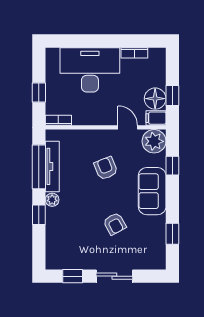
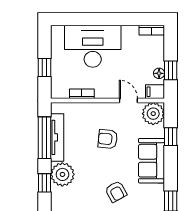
bookcase: (134, 53) -> (152, 30), moved
floor lamp: (155, 99) -> (159, 73), width x0.53, depth x0.53
bookcase: (58, 120) -> (82, 94), moved
armchair: (106, 168) -> (108, 139), turned -62
plant: (52, 200) -> (62, 174), width x1.87, depth x1.87

